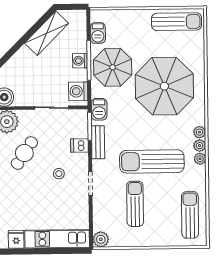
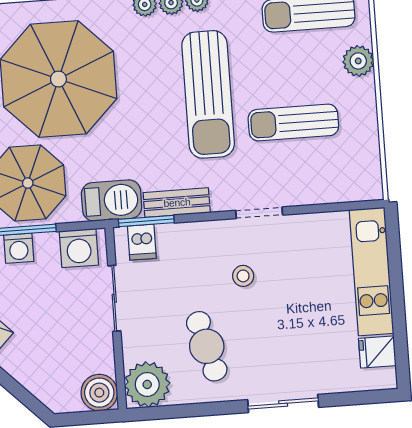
barbecue: (99, 109) -> (112, 201), width x1.38, depth x1.27
dishwasher: (79, 145) -> (142, 242), moved
cafe table: (24, 153) -> (207, 346), turned 41
plant: (101, 239) -> (358, 61), moved

